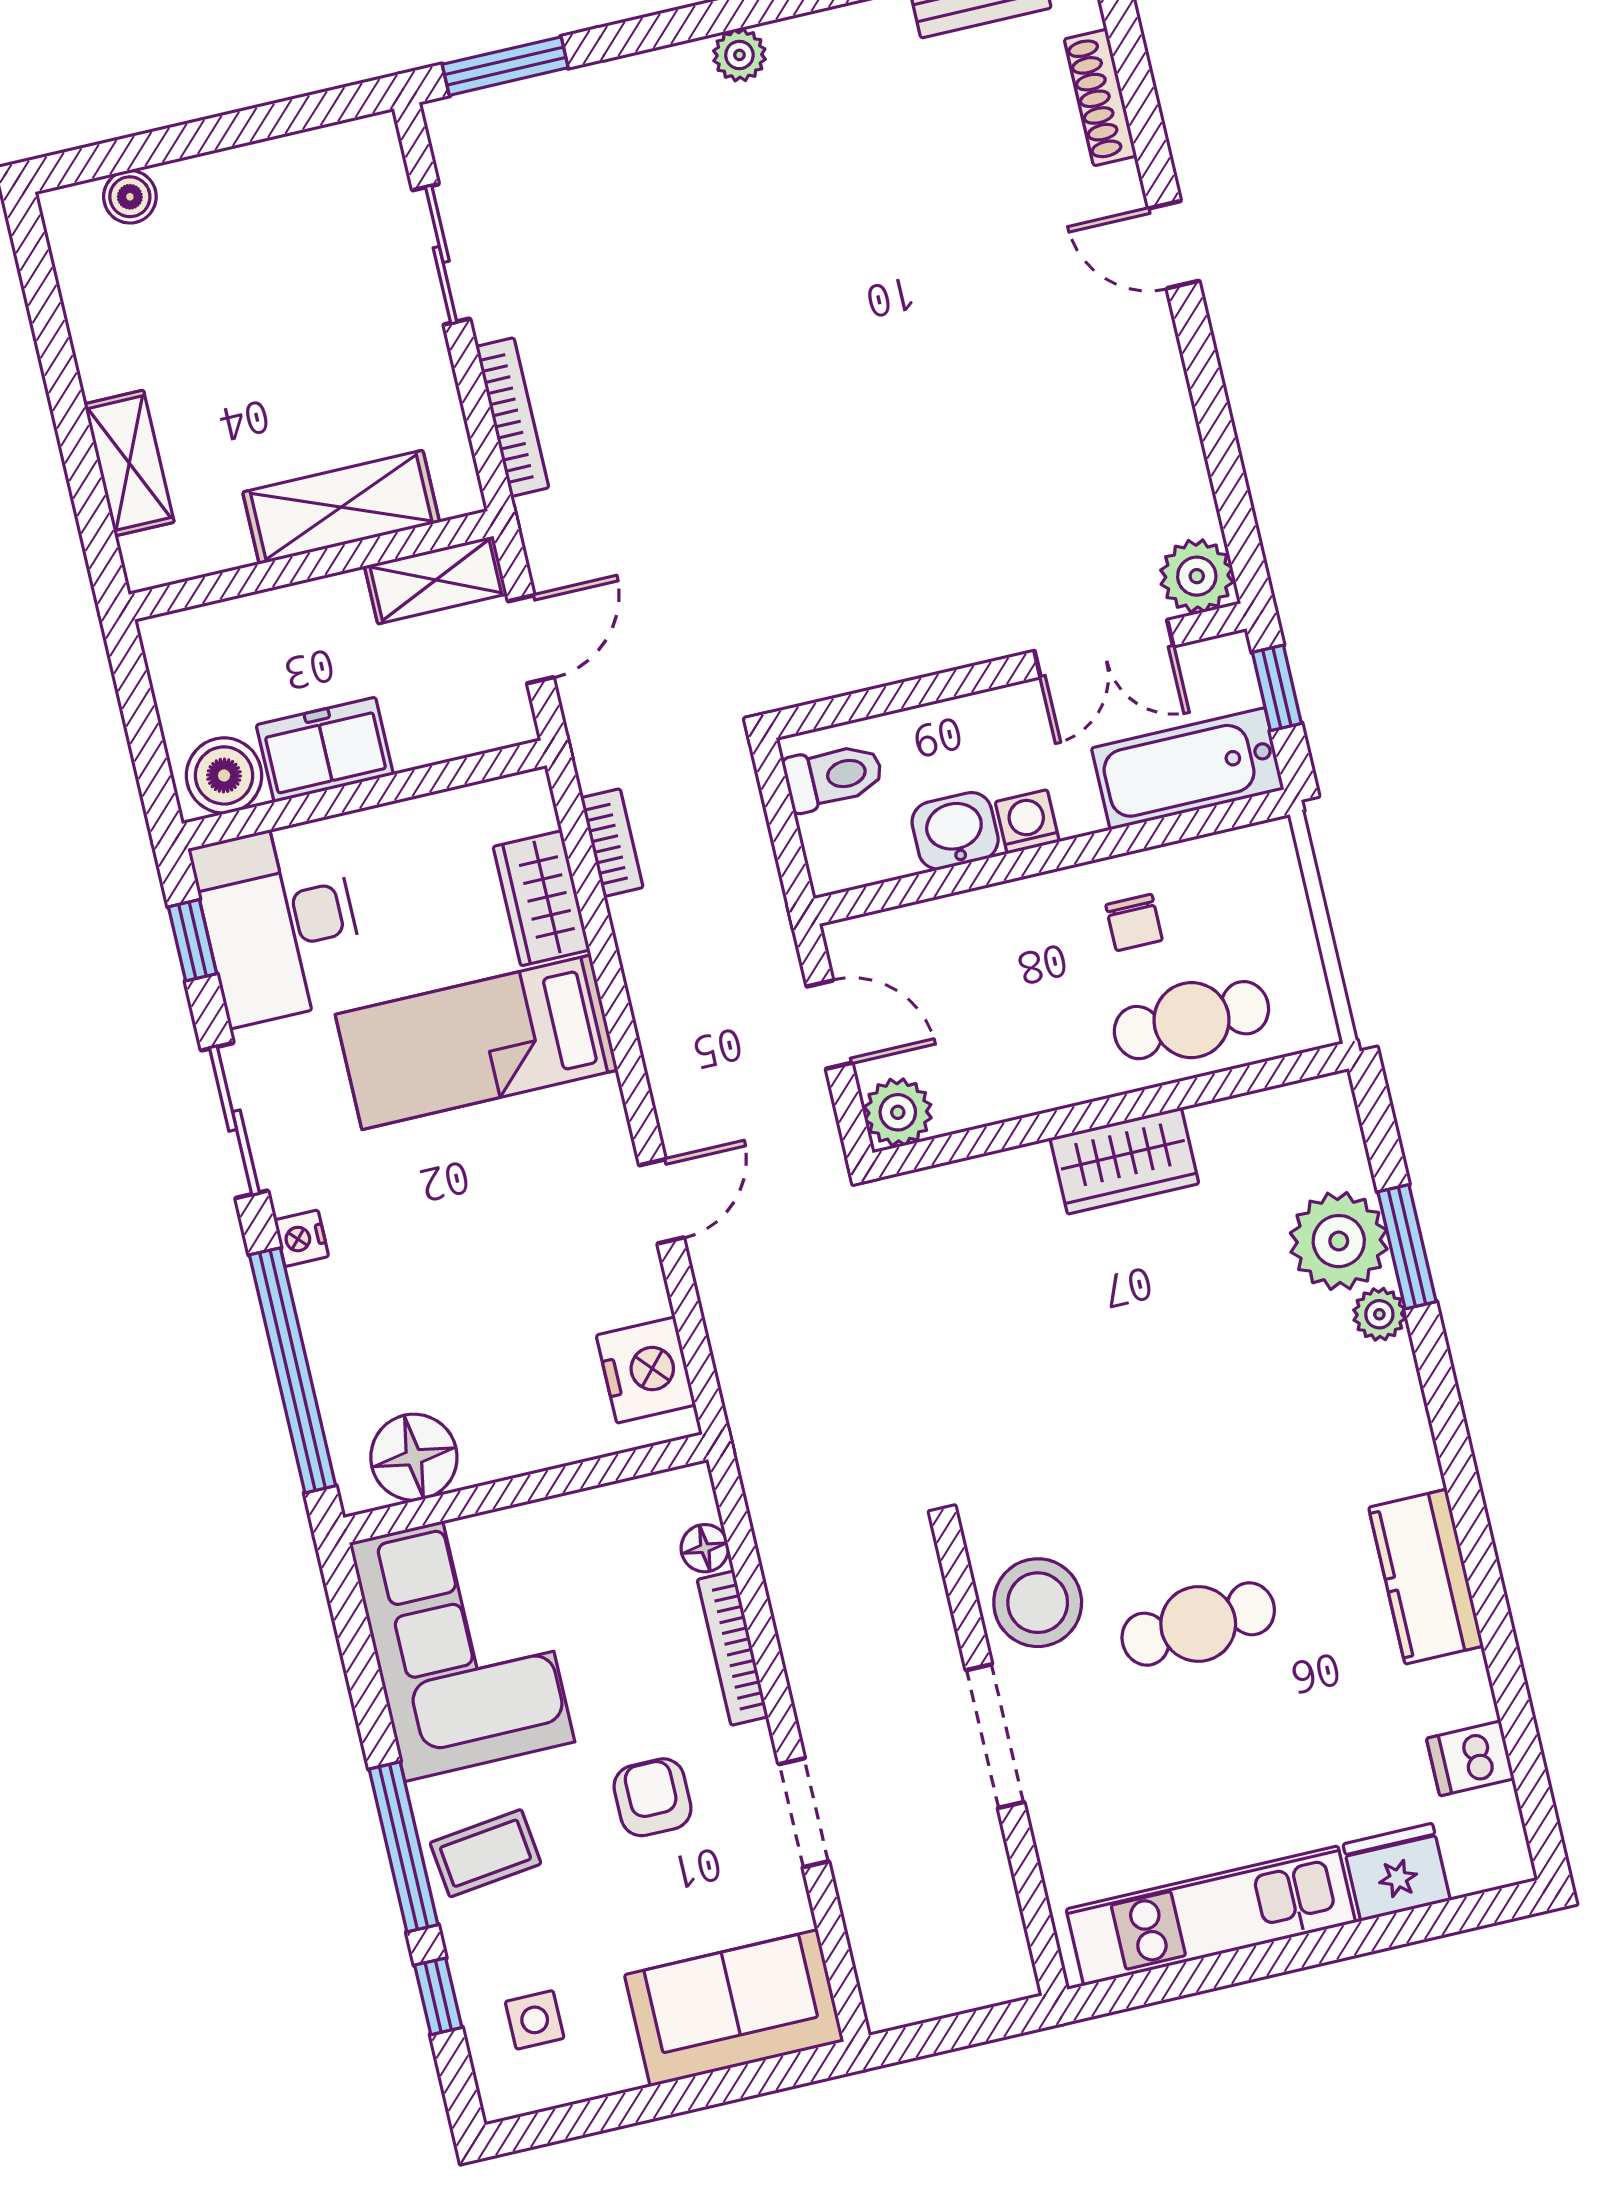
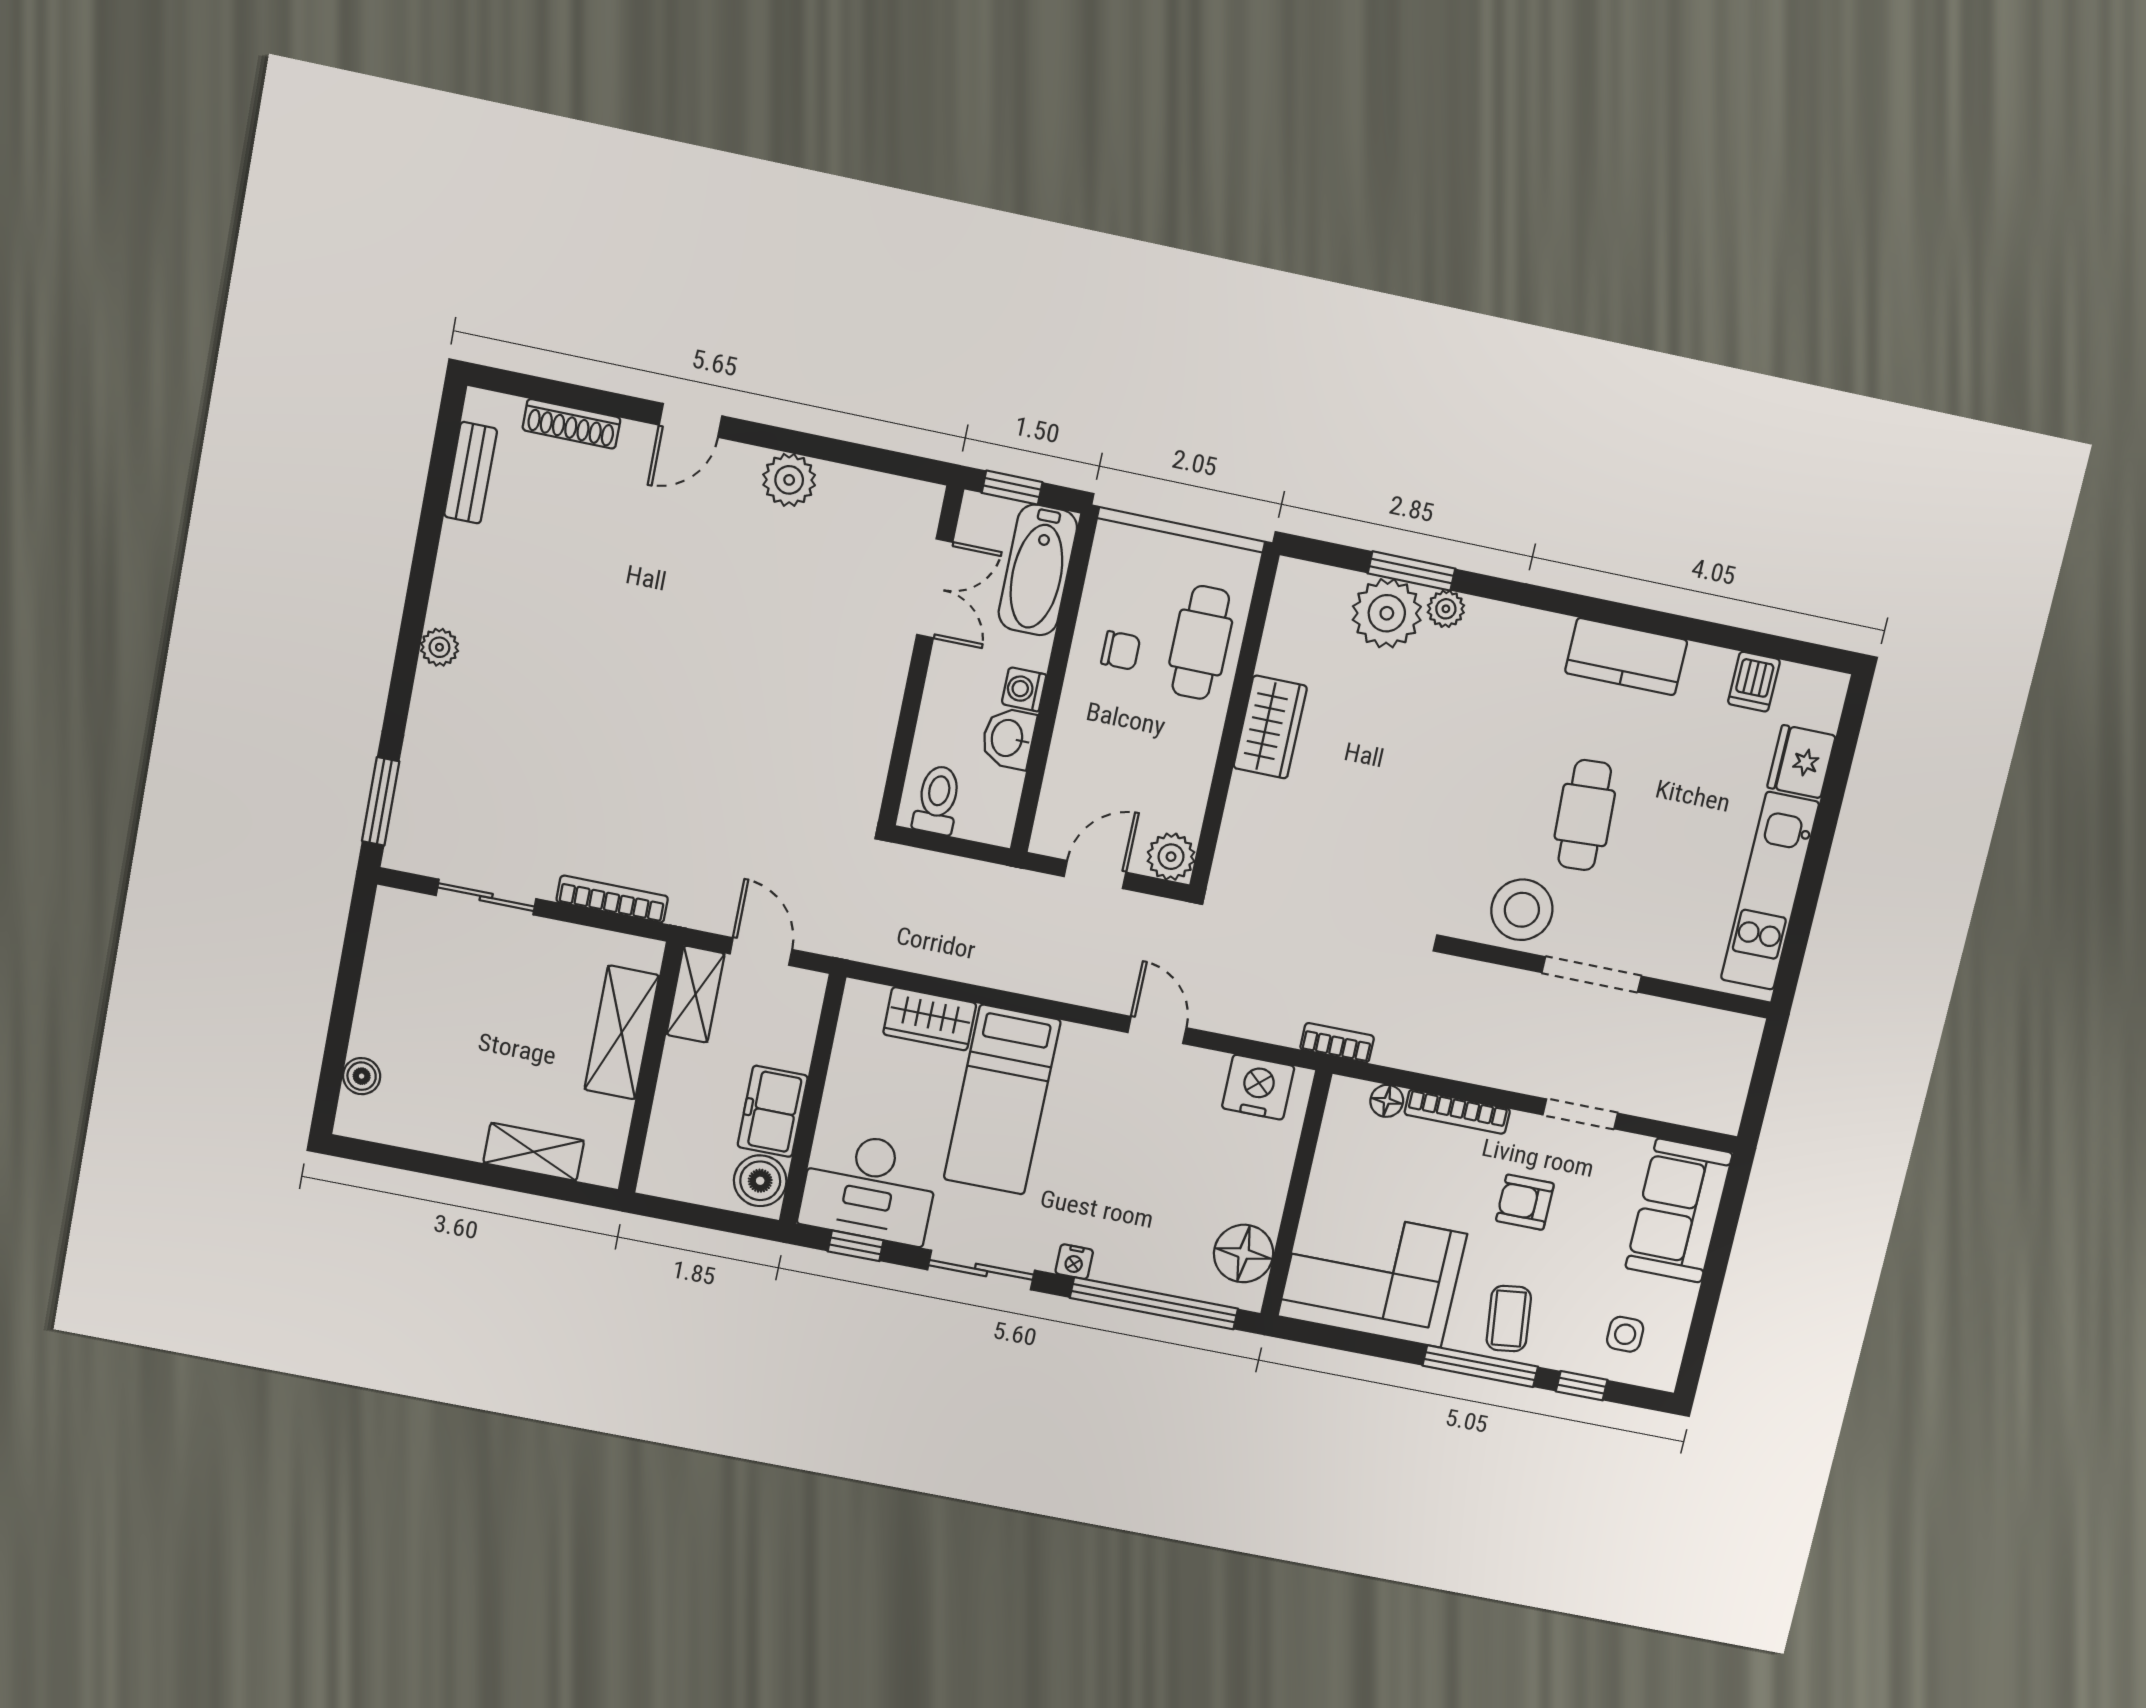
plant: (1197, 576) -> (789, 480), moved
bookcase: (612, 843) -> (1337, 1043), moved

